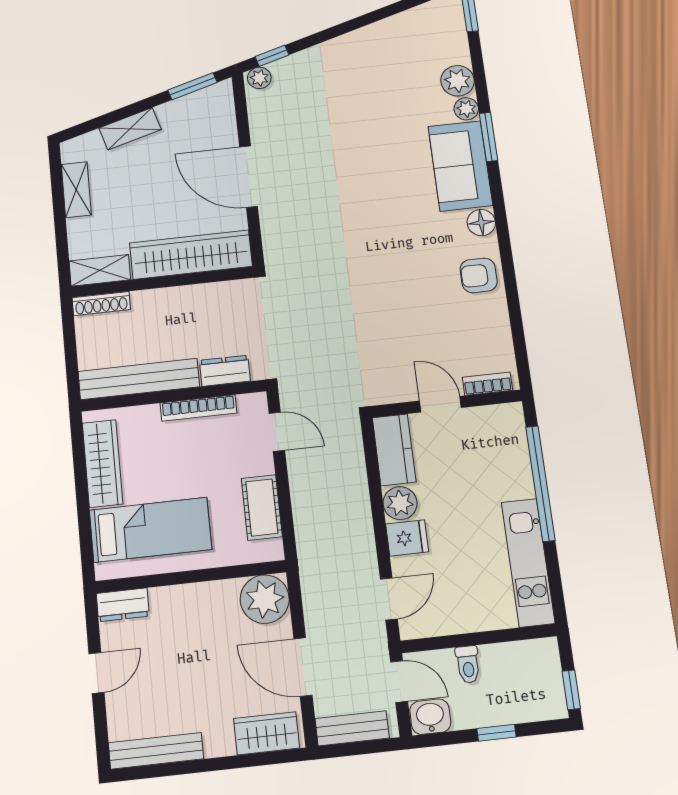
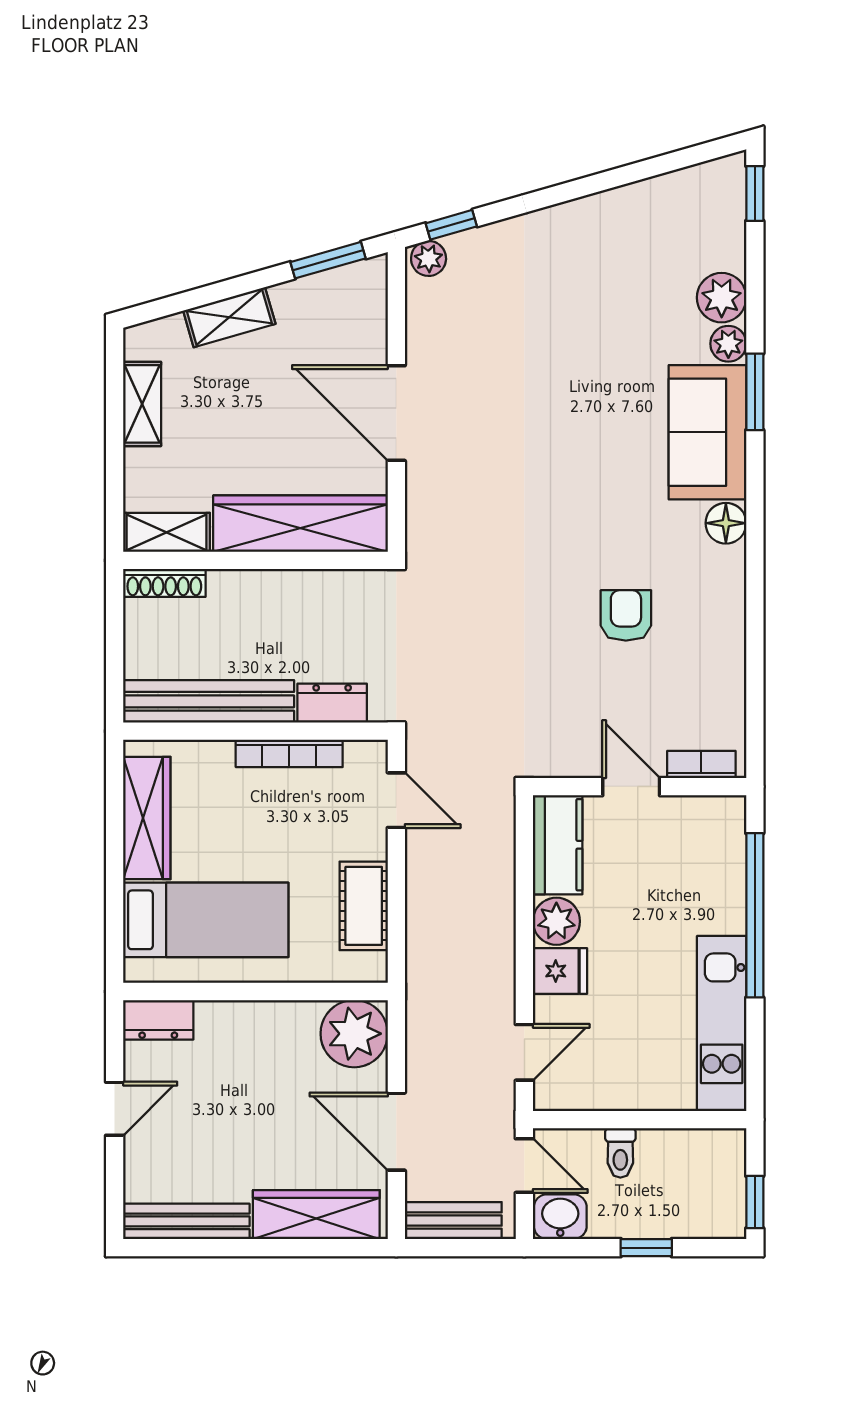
armchair: (479, 275) -> (626, 615), moved, turned 90
wardrobe: (267, 733) -> (316, 1215), width x1.50

